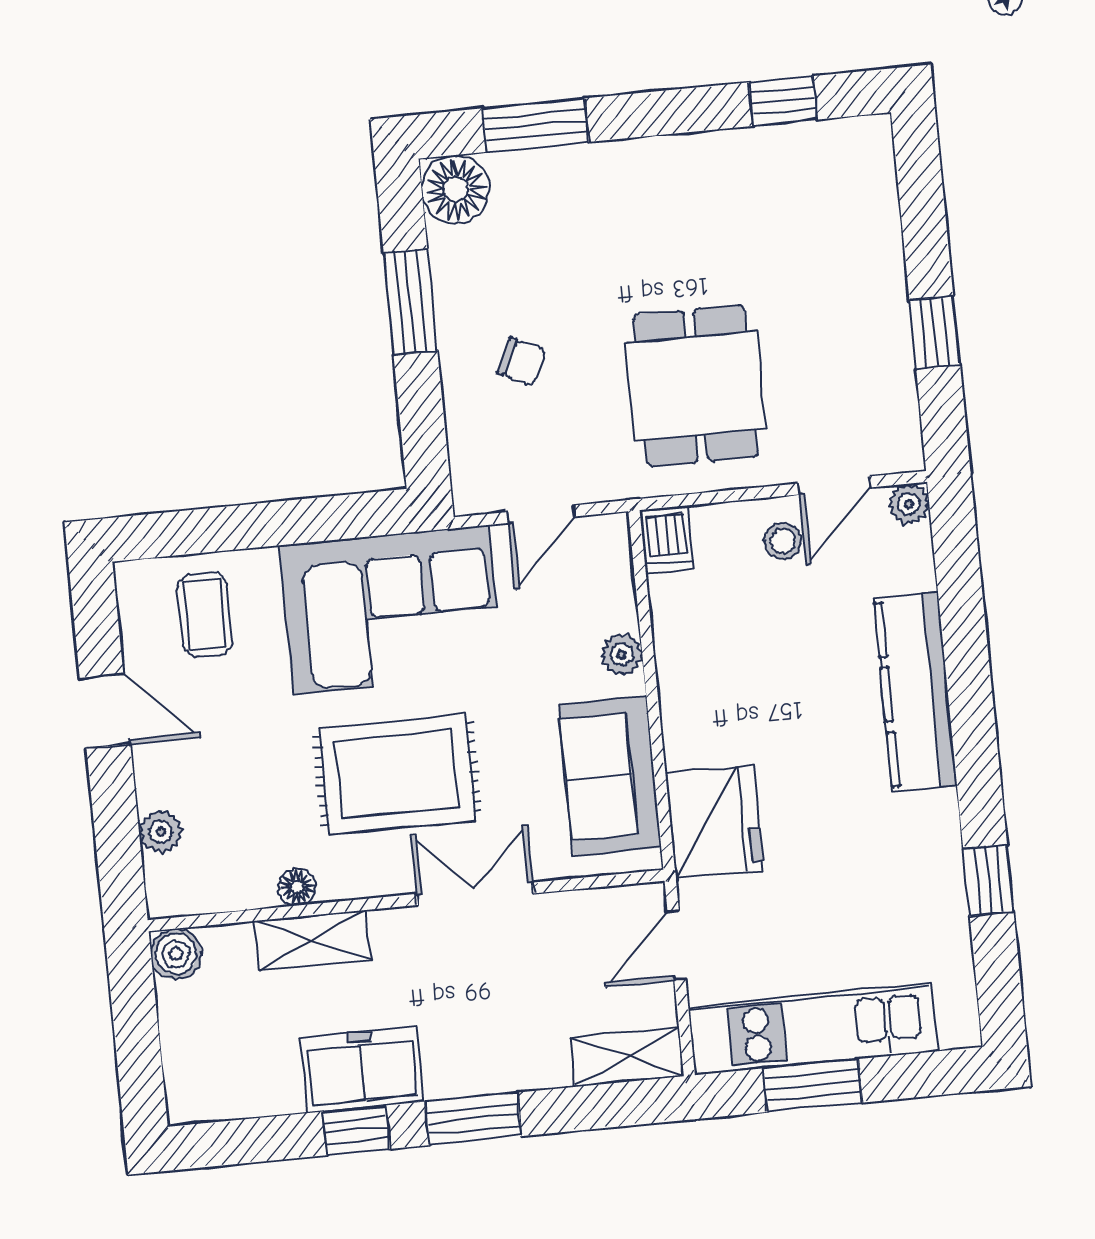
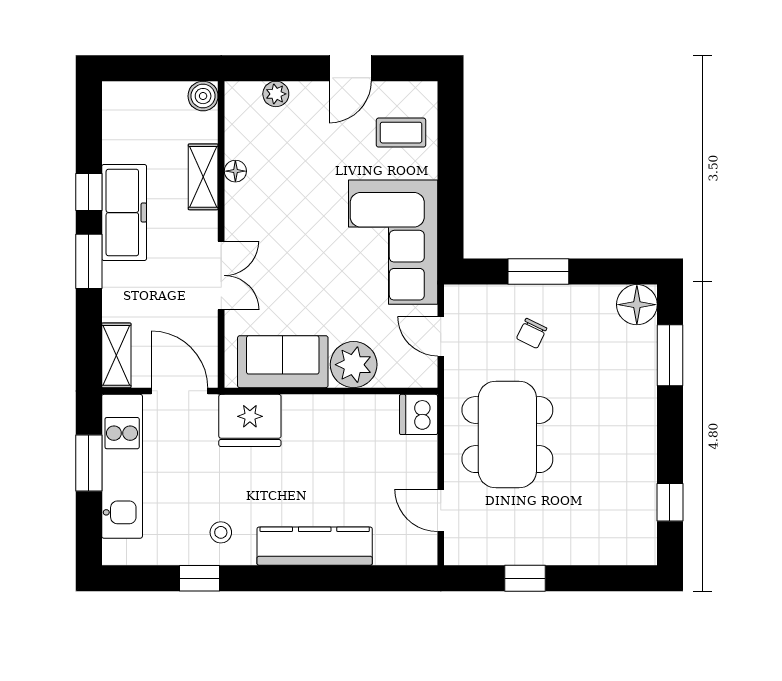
window: (410, 302) -> (538, 272), moved
dining table: (696, 386) -> (507, 435), width x1.37
plant: (909, 504) -> (425, 553), removed
dishwasher: (667, 540) -> (419, 414), width x1.38
stool: (783, 541) -> (221, 532), moved
plant: (622, 654) -> (354, 365), width x1.88, depth x1.88
rug: (397, 774) -> (296, 236), removed
door: (677, 945) -> (179, 391), width x1.38
freezer: (362, 1070) -> (124, 213), width x1.40

